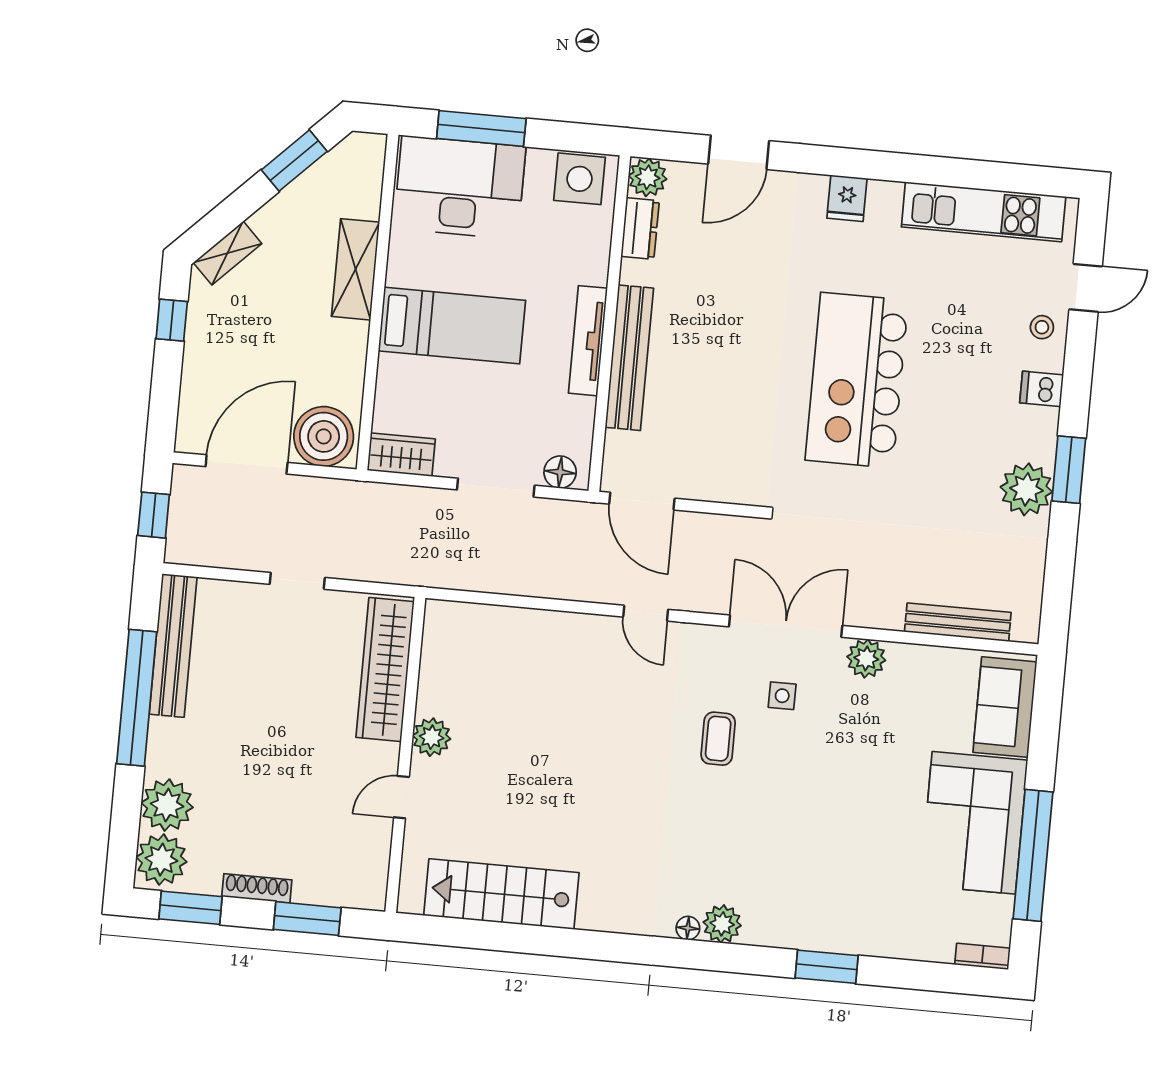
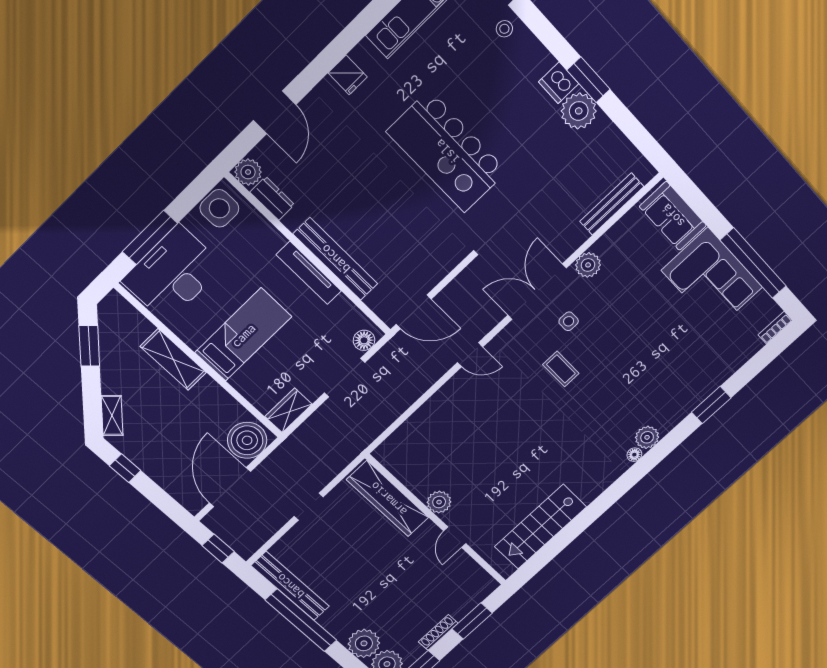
dishwasher: (1042, 389) -> (559, 83), moved, width x1.38

